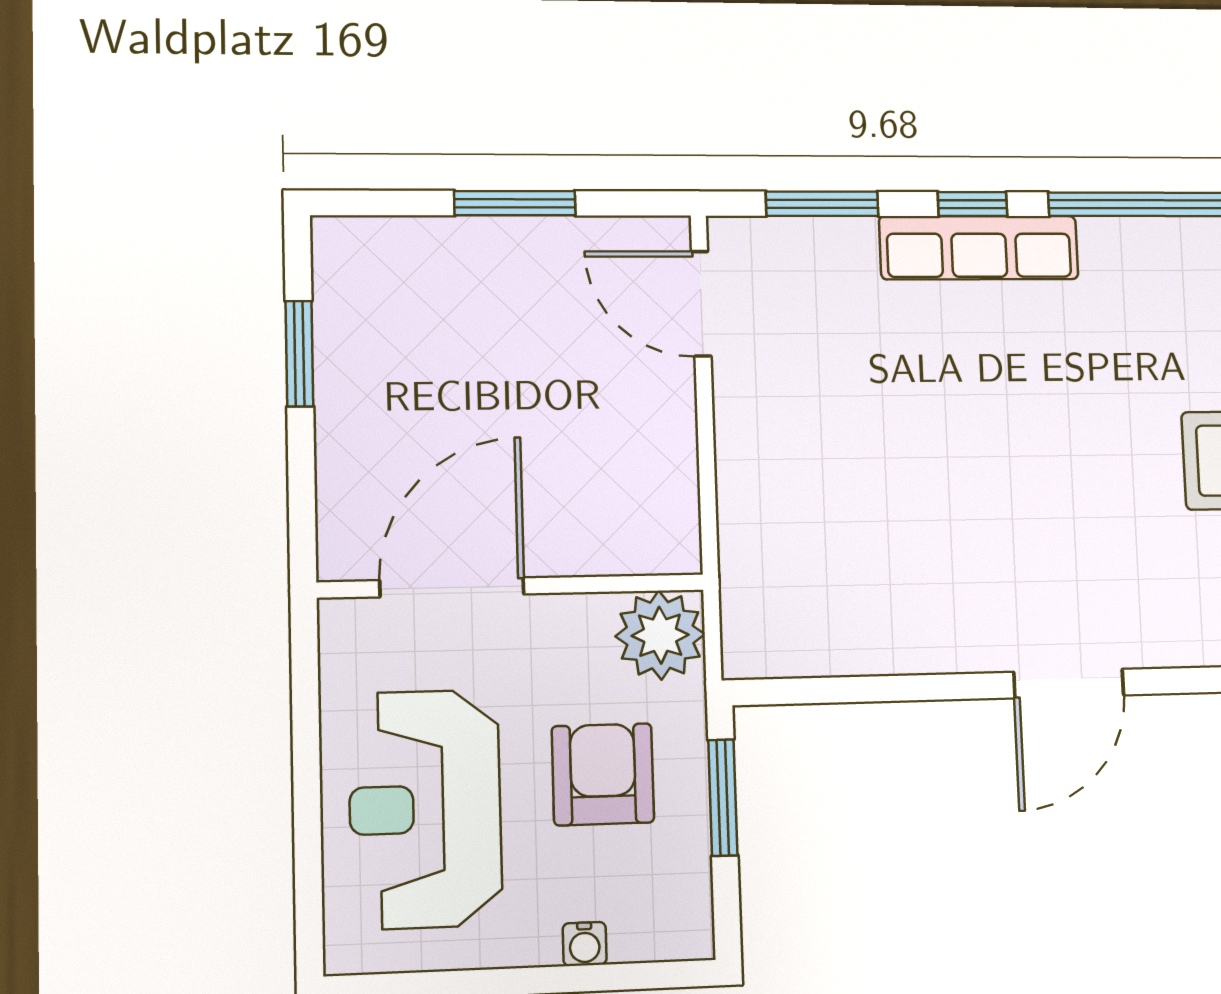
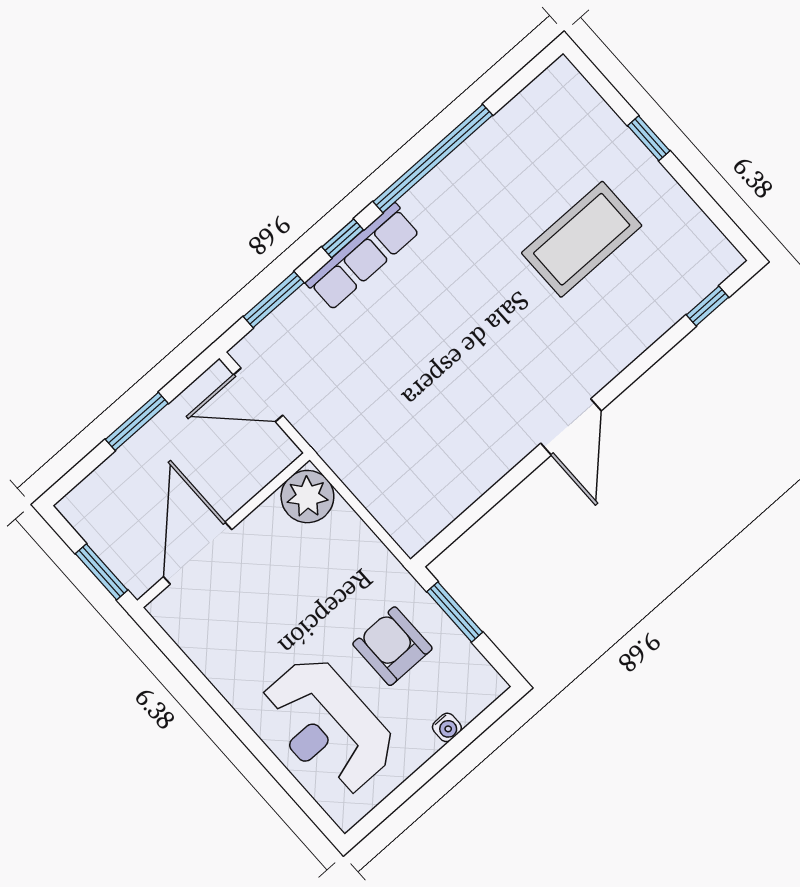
wall: (512, 586) -> (223, 530), moved
door: (452, 587) -> (198, 553), moved
plant: (660, 635) -> (307, 497), moved

